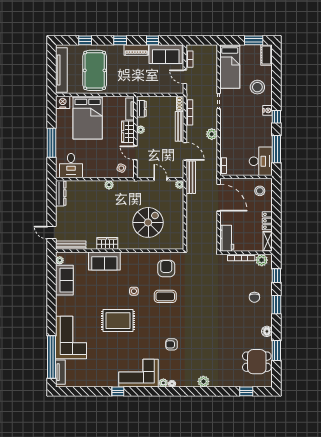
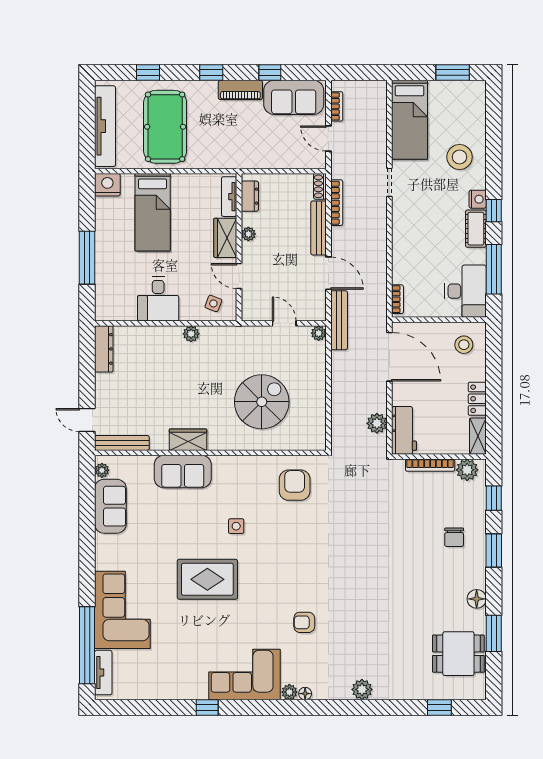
cot: (266, 55) -> (476, 229), moved
bed: (88, 118) -> (153, 212), width x0.67
plant: (212, 134) -> (377, 423), moved
desk: (71, 166) -> (158, 299), moved
coffee table: (165, 296) -> (293, 536), removed

